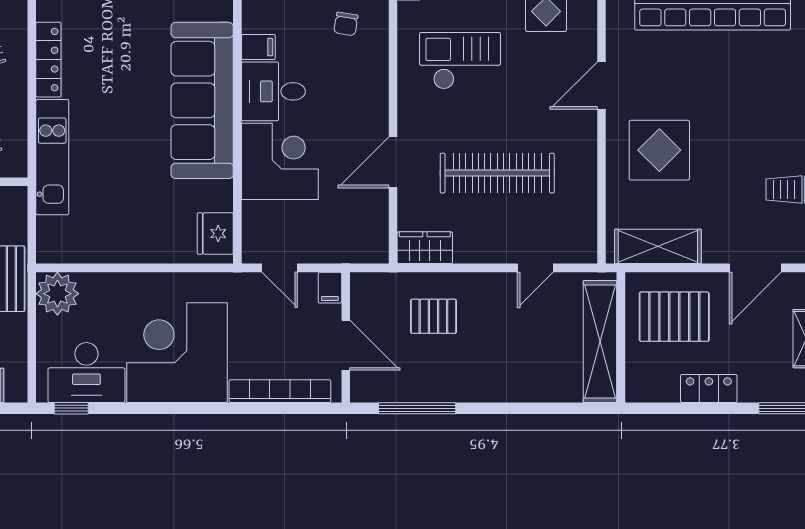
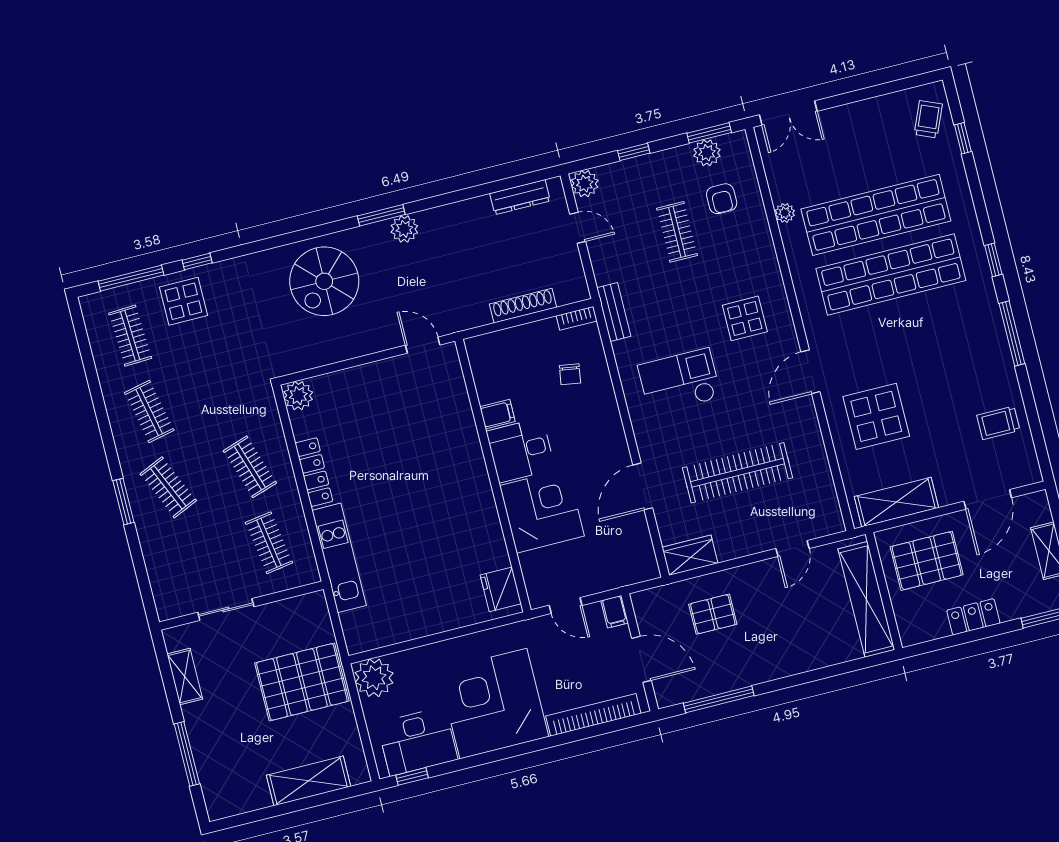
sofa: (202, 100) -> (459, 474), removed

